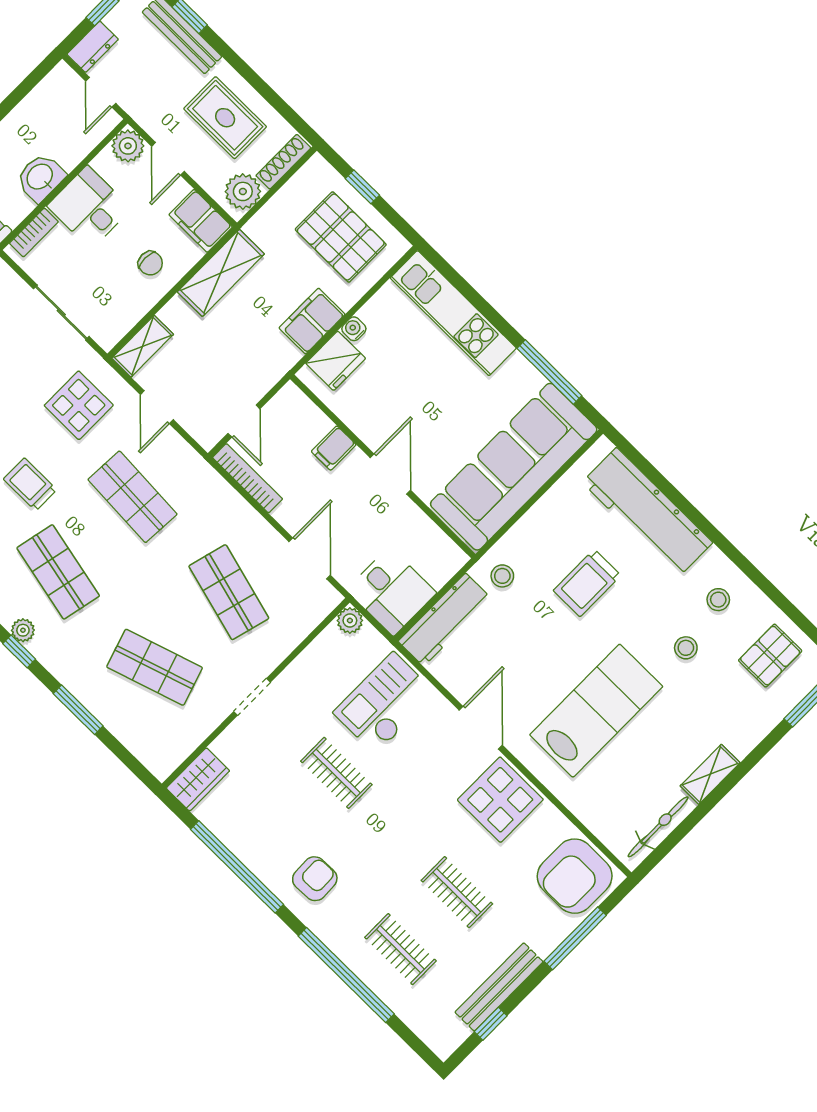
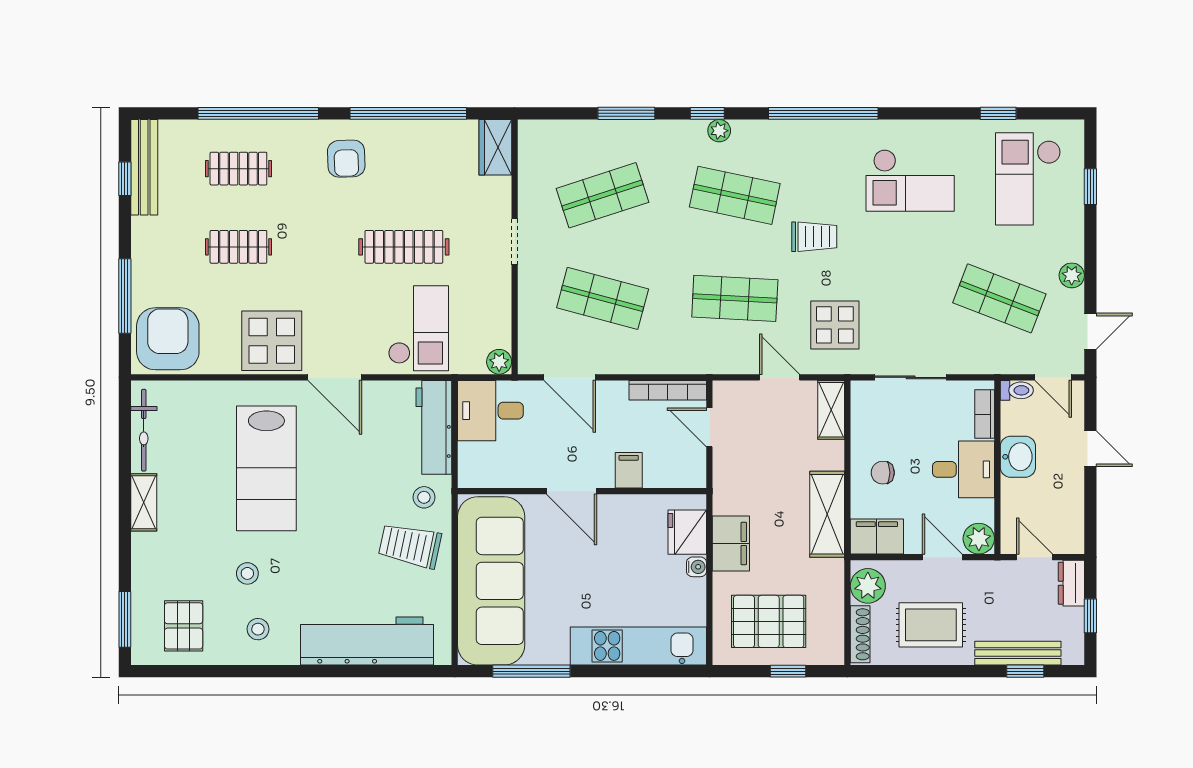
trolley: (587, 583) -> (410, 546), moved, turned -78
clothes rail: (336, 773) -> (404, 247), width x1.36
bench: (499, 987) -> (144, 167), moved

